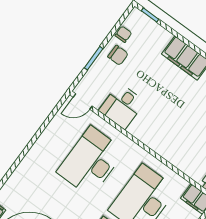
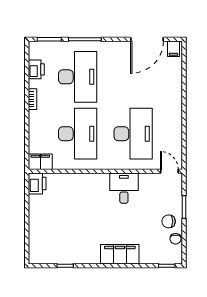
door: (83, 102) -> (169, 171), hinge flipped
desk: (122, 106) -> (124, 188), moved

